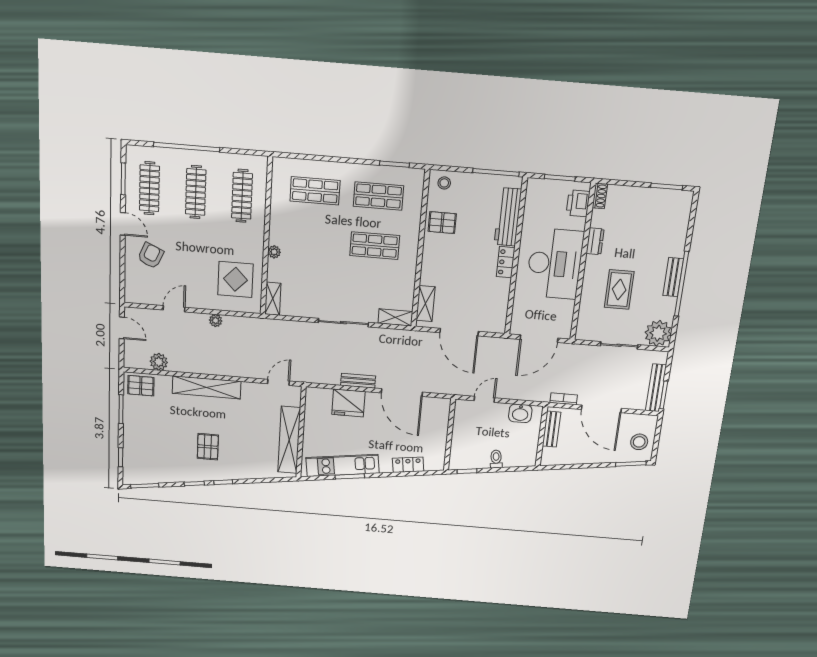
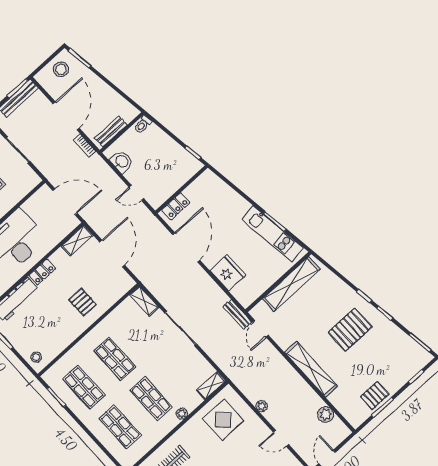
pallet: (442, 223) -> (82, 302), moved
shop shelf: (312, 240) -> (151, 398), added
shelving: (426, 304) -> (77, 241), moved
bench: (358, 381) -> (237, 314), moved
door: (278, 382) -> (260, 329), hinge flipped
pallet: (141, 386) -> (375, 396), moved, turned 90
pallet: (208, 447) -> (350, 330), width x1.50, depth x1.42
toilet: (496, 459) -> (143, 125), moved
locker: (408, 465) -> (176, 206), moved, turned -82

